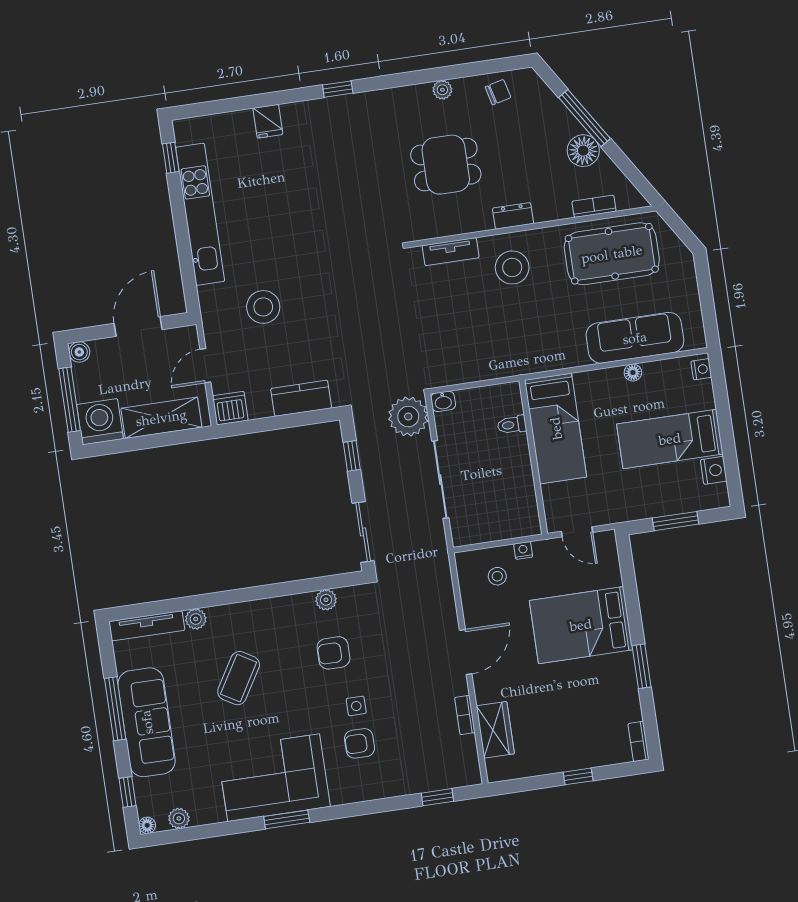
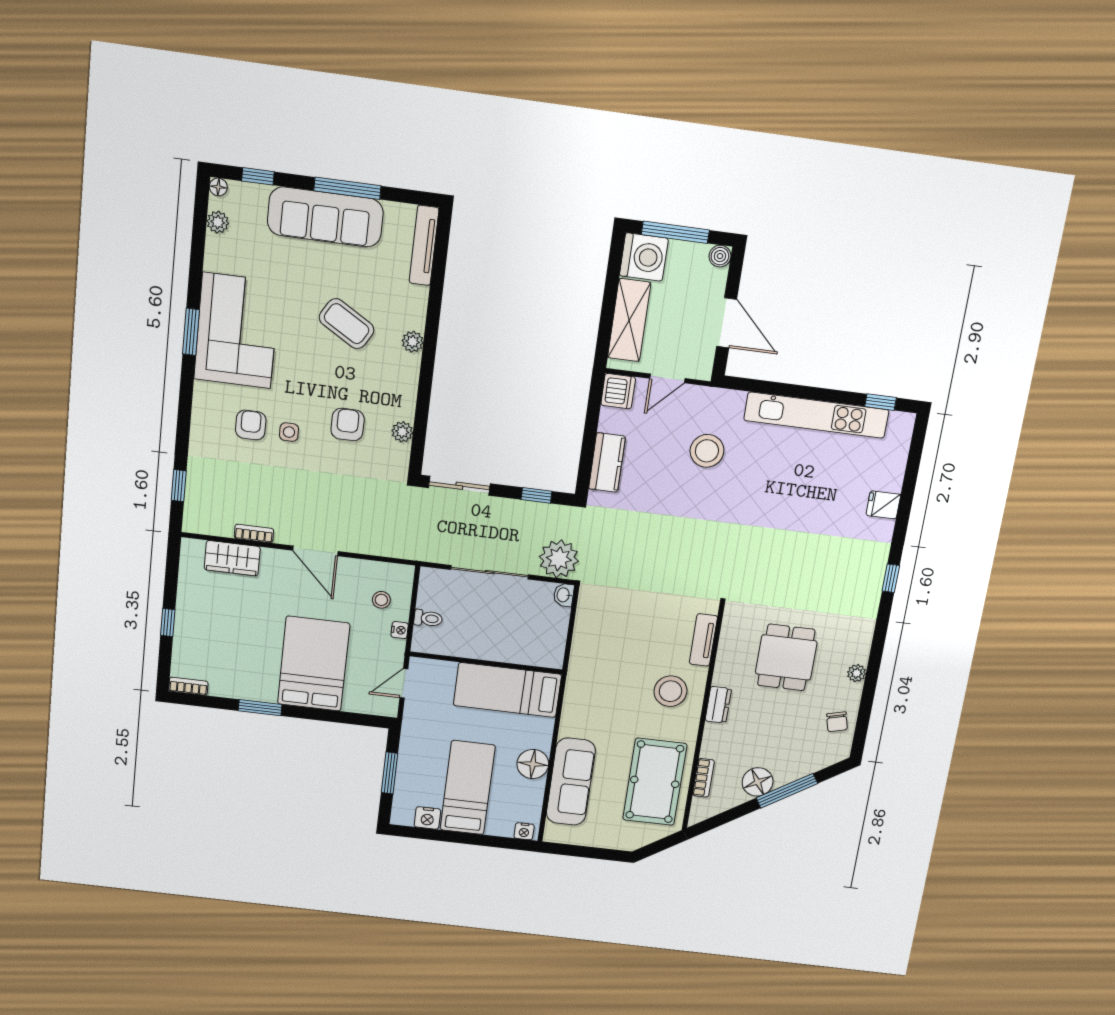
door: (205, 366) -> (667, 378), swing flipped
floor lamp: (633, 373) -> (533, 764), width x1.89, depth x1.89
toilet: (512, 425) -> (428, 618), moved, turned 90
plant: (196, 619) -> (413, 342), moved

